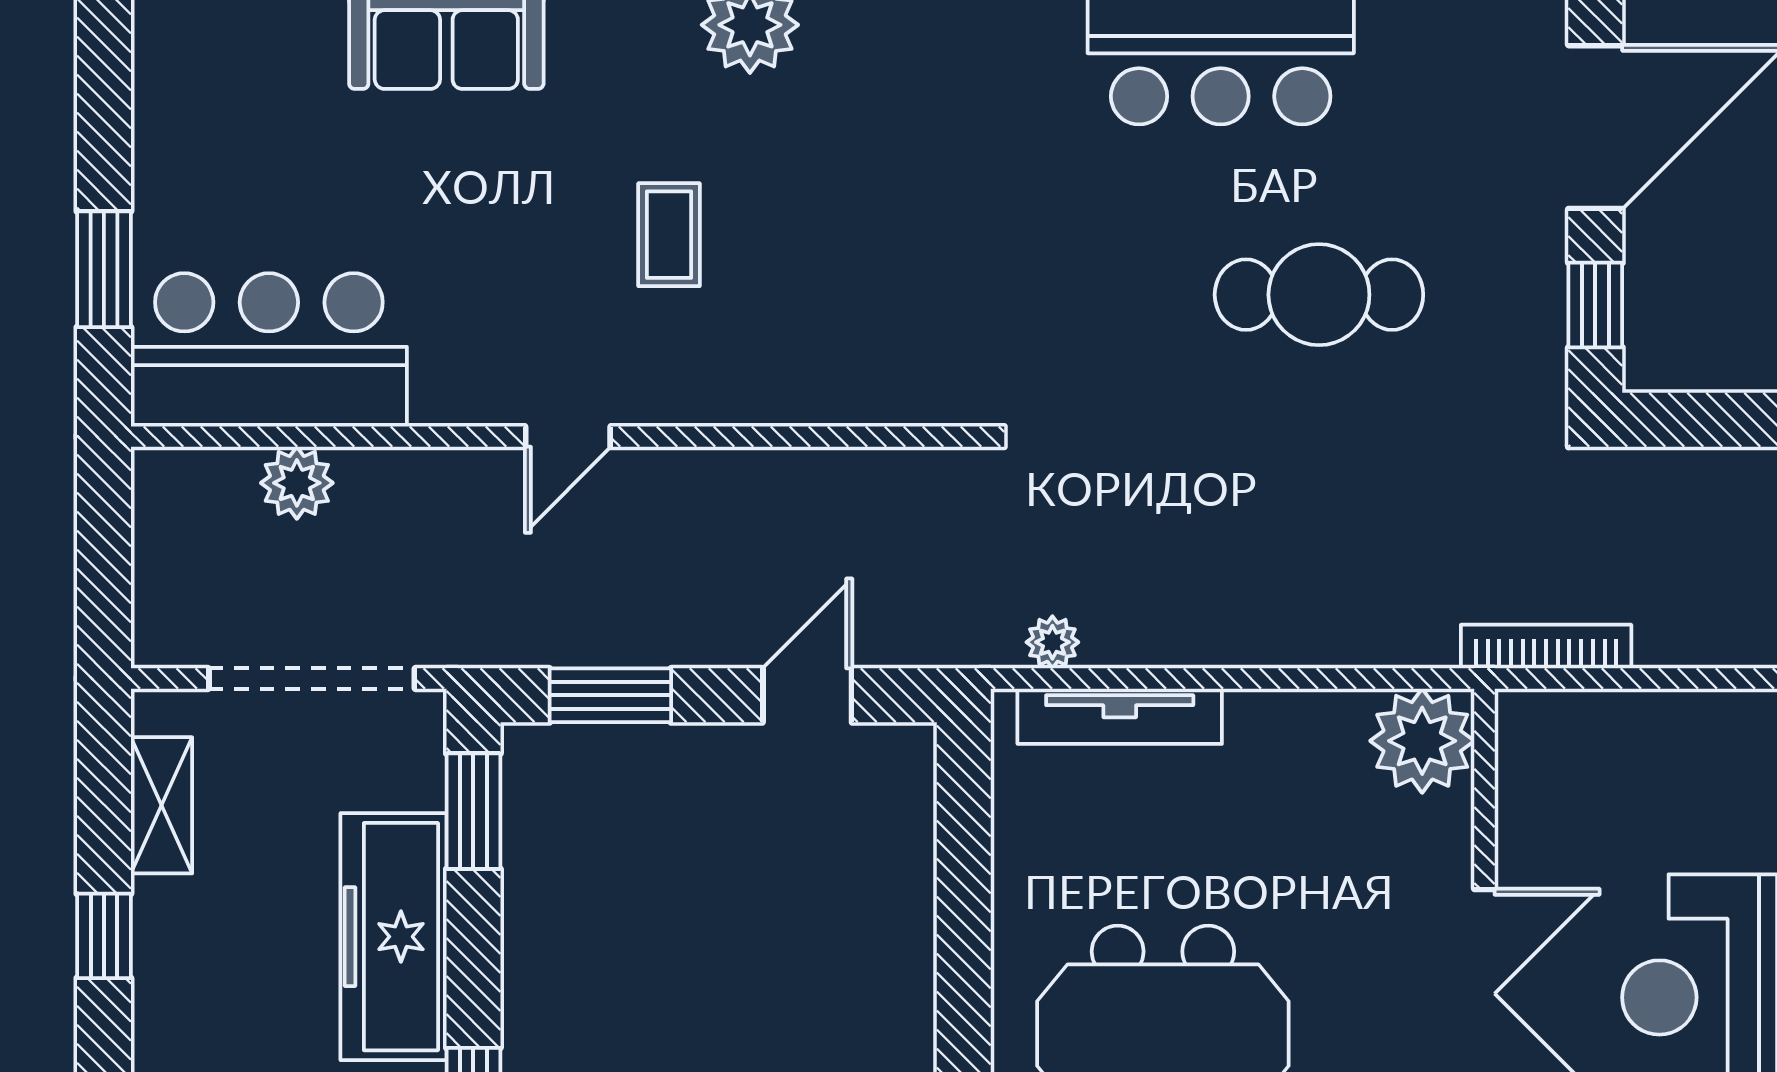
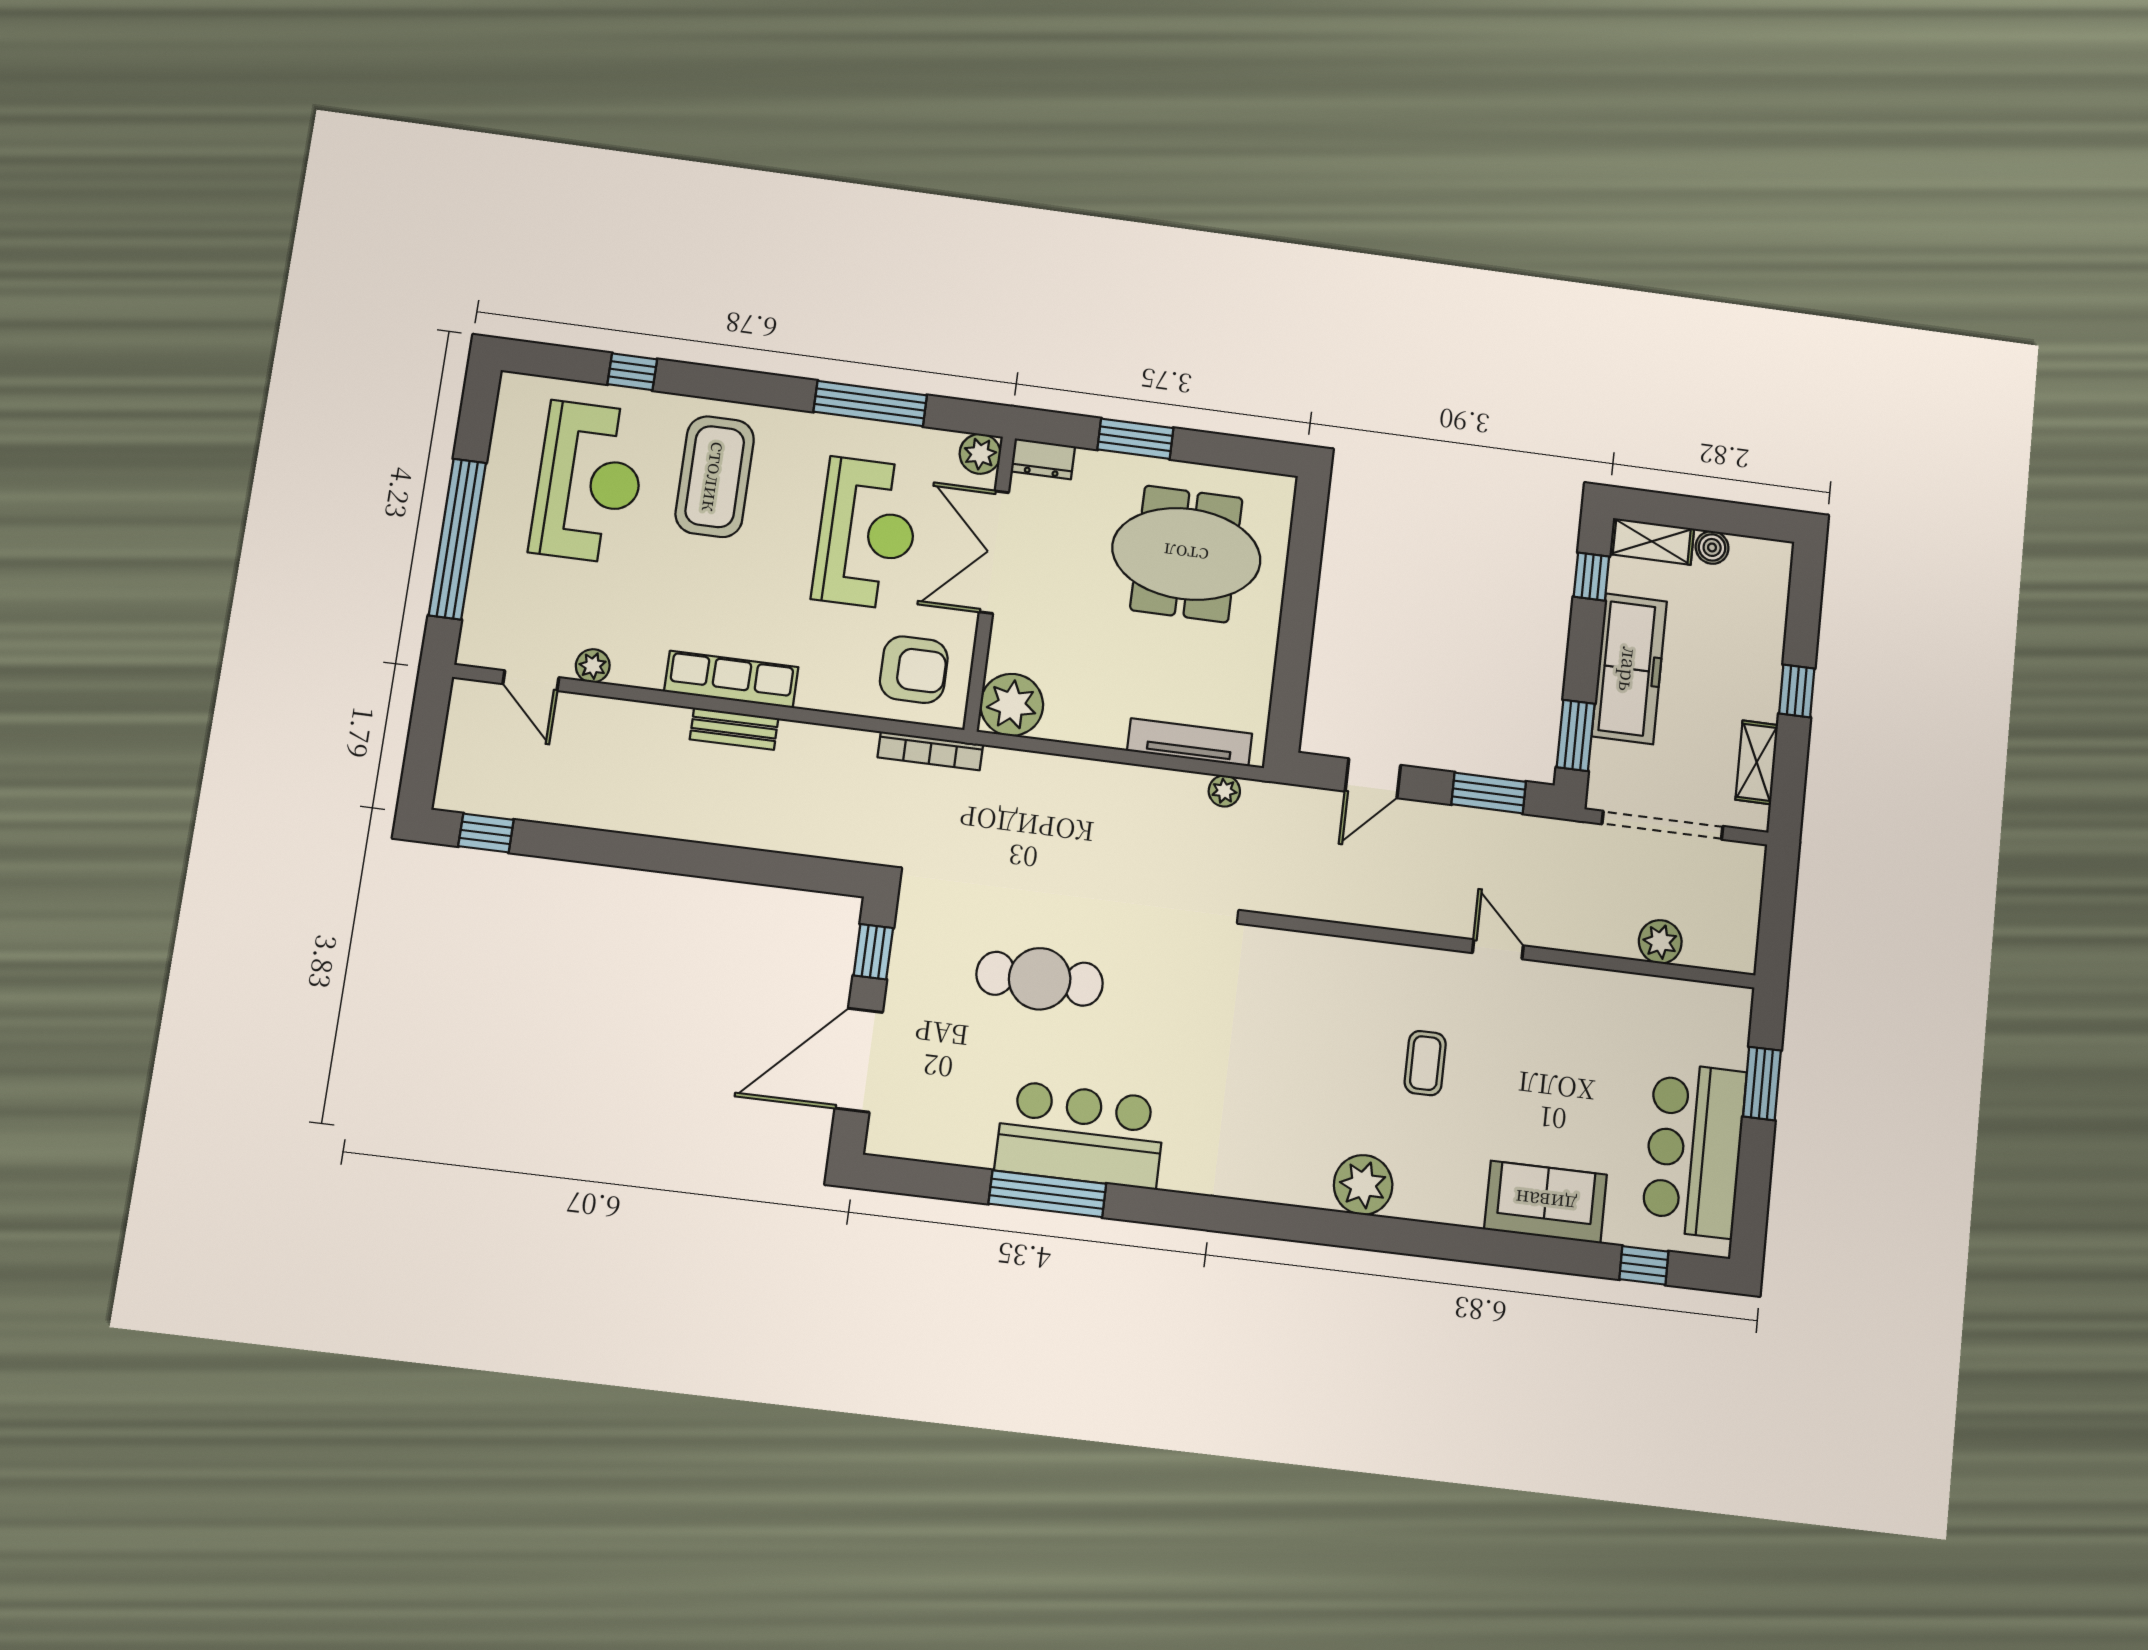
bar counter: (269, 350) -> (1694, 1150), moved, turned 90
door: (568, 437) -> (1498, 949), hinge flipped
armchair: (1591, 778) -> (914, 670), added

